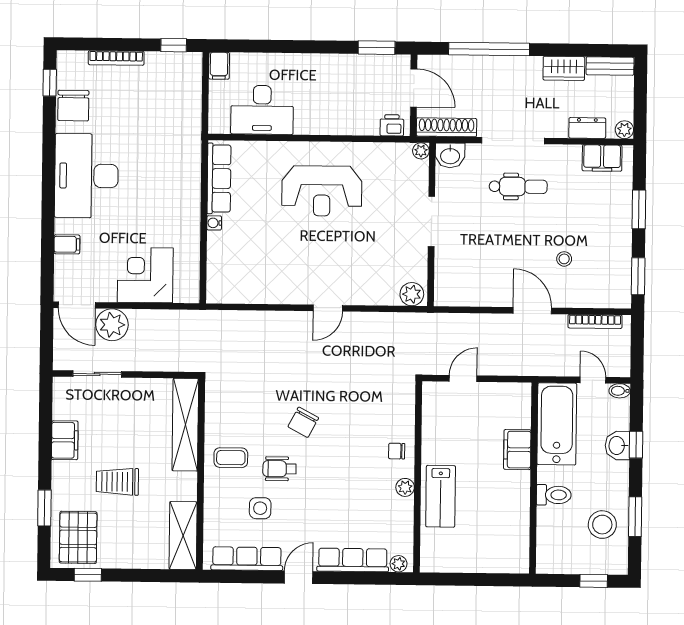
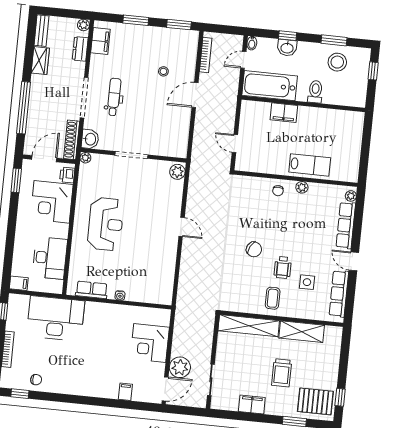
corner desk: (349, 105) -> (52, 202), added
chair: (73, 106) -> (36, 380), width x0.54, depth x0.54
desk: (86, 176) -> (56, 318), moved, turned 180
row of seats: (219, 178) -> (92, 290), width x0.68
shelving: (183, 536) -> (302, 332), moved

